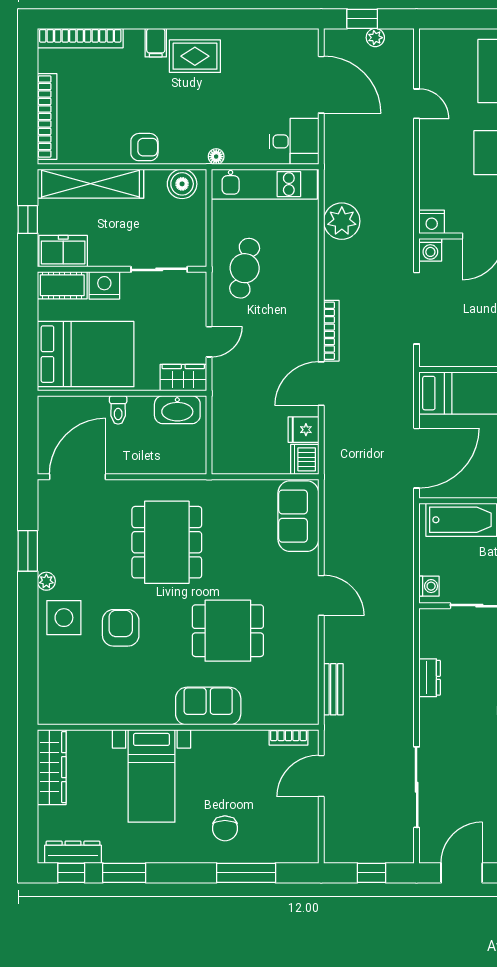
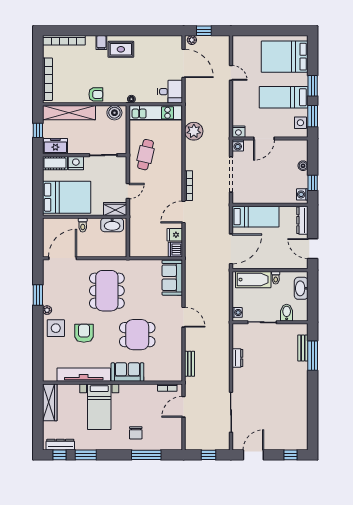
plant: (375, 38) -> (192, 40), moved
tv unit: (120, 711) -> (84, 375), added

